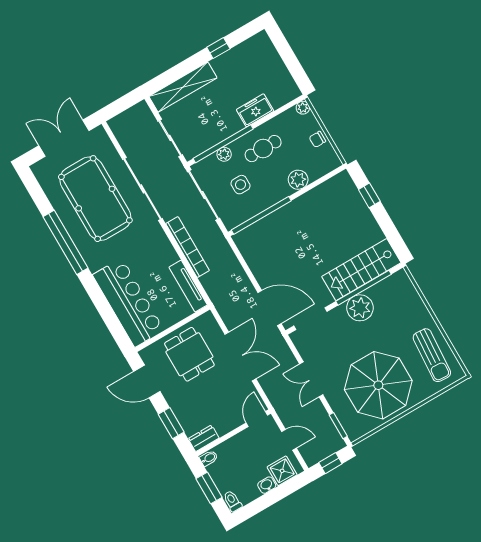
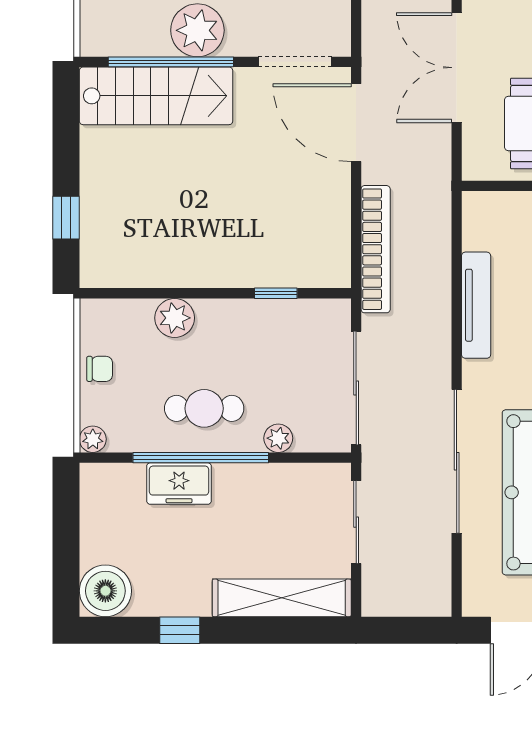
boiler: (260, 46) -> (105, 591), added
window: (223, 144) -> (201, 458), moved
side table: (240, 185) -> (281, 368), removed
window: (261, 215) -> (276, 293), width x0.32
bookcase: (188, 247) -> (376, 249), moved, turned 180
tv unit: (188, 286) -> (476, 305), moved

